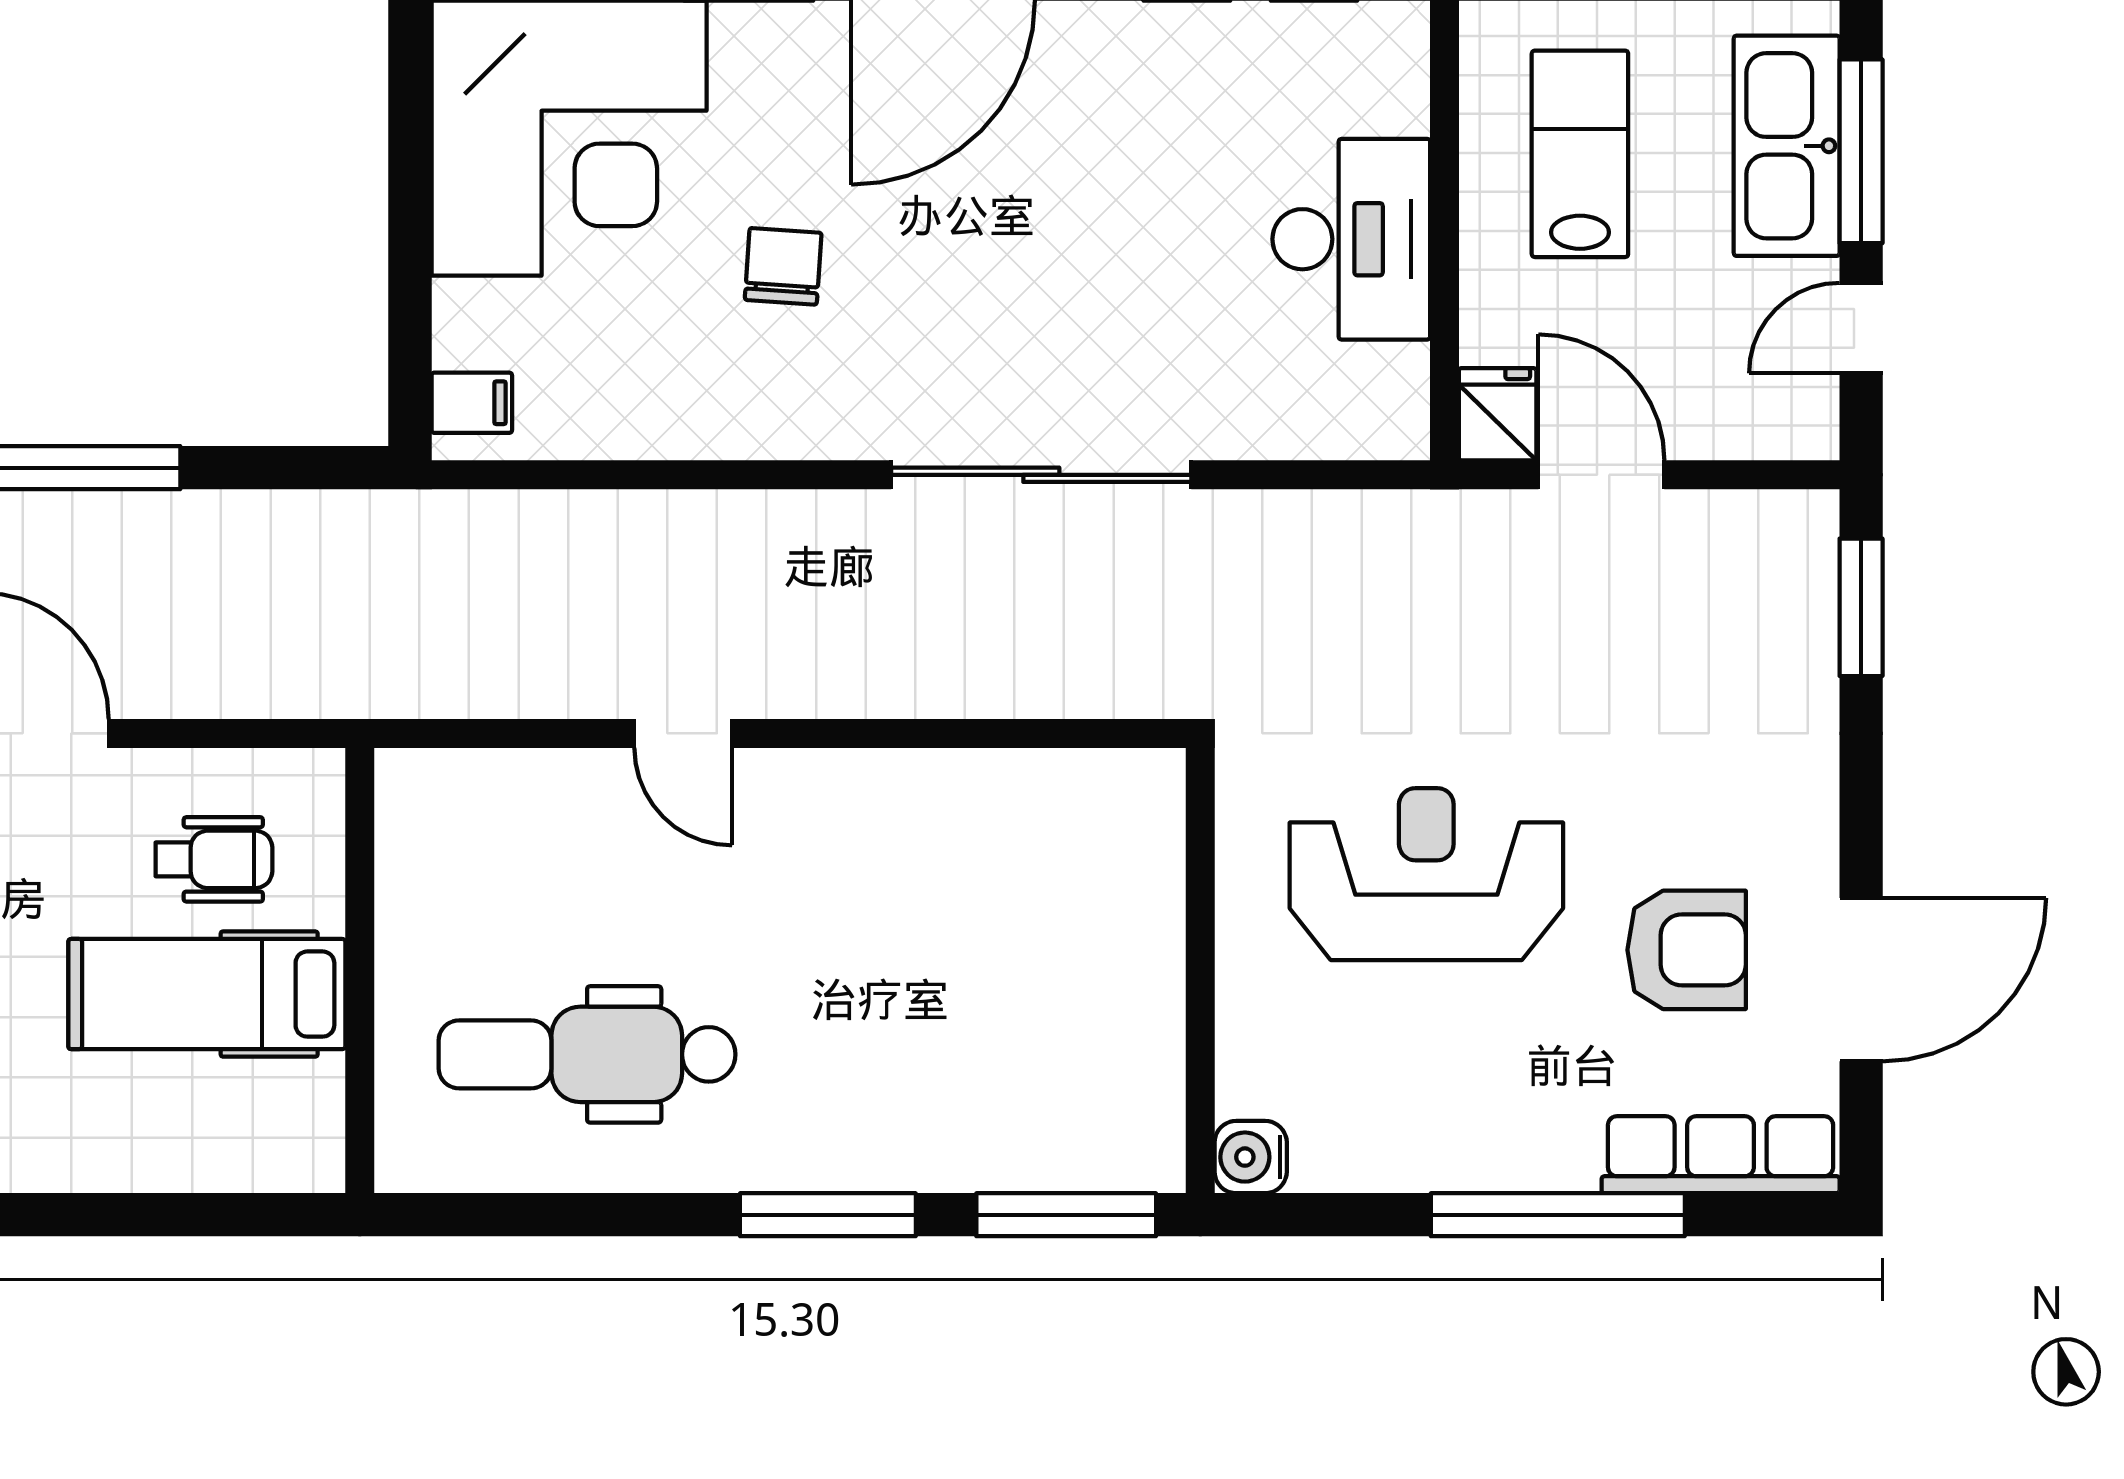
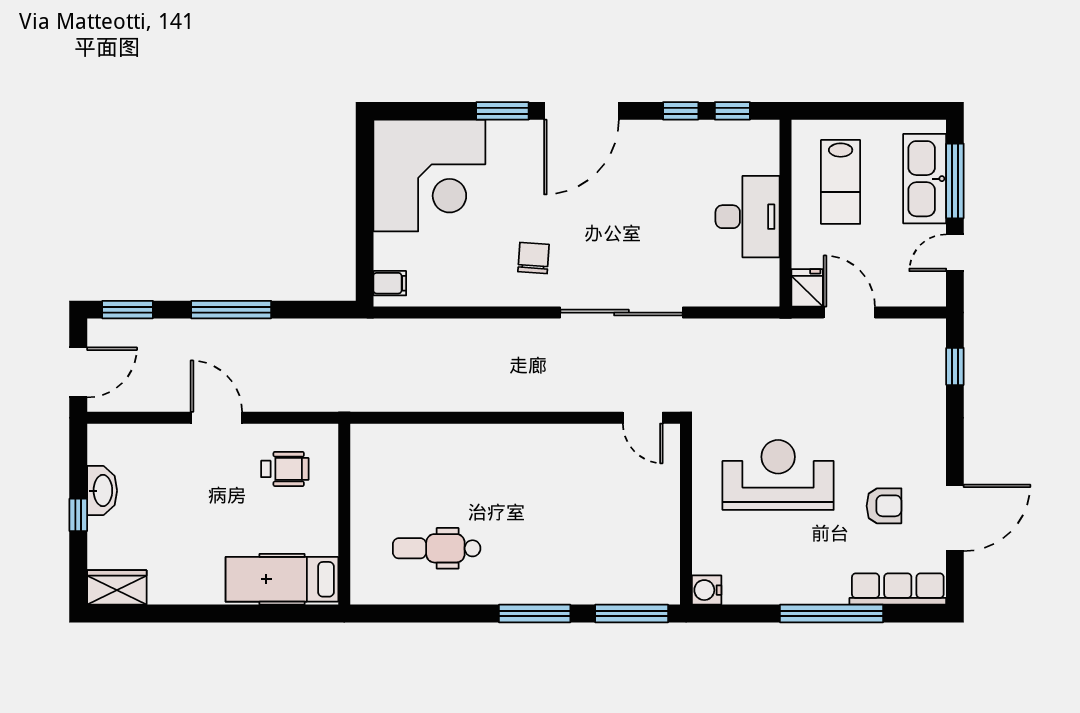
lab bench: (1580, 154) -> (841, 182), turned 180
chair: (783, 266) -> (533, 258), moved
window: (1861, 607) -> (955, 366), width x0.67
door: (683, 733) -> (643, 418), moved
armchair: (1687, 950) -> (884, 506), width x0.72, depth x0.72
hospital bed: (207, 994) -> (282, 579), moved
dental chair: (587, 1054) -> (437, 548), width x0.73, depth x0.72

